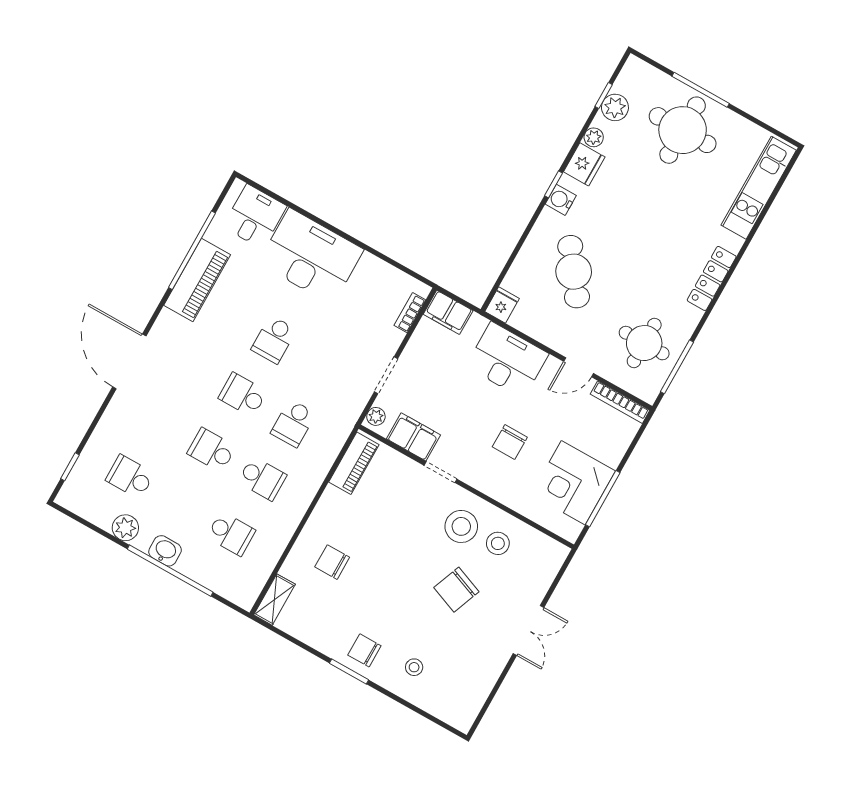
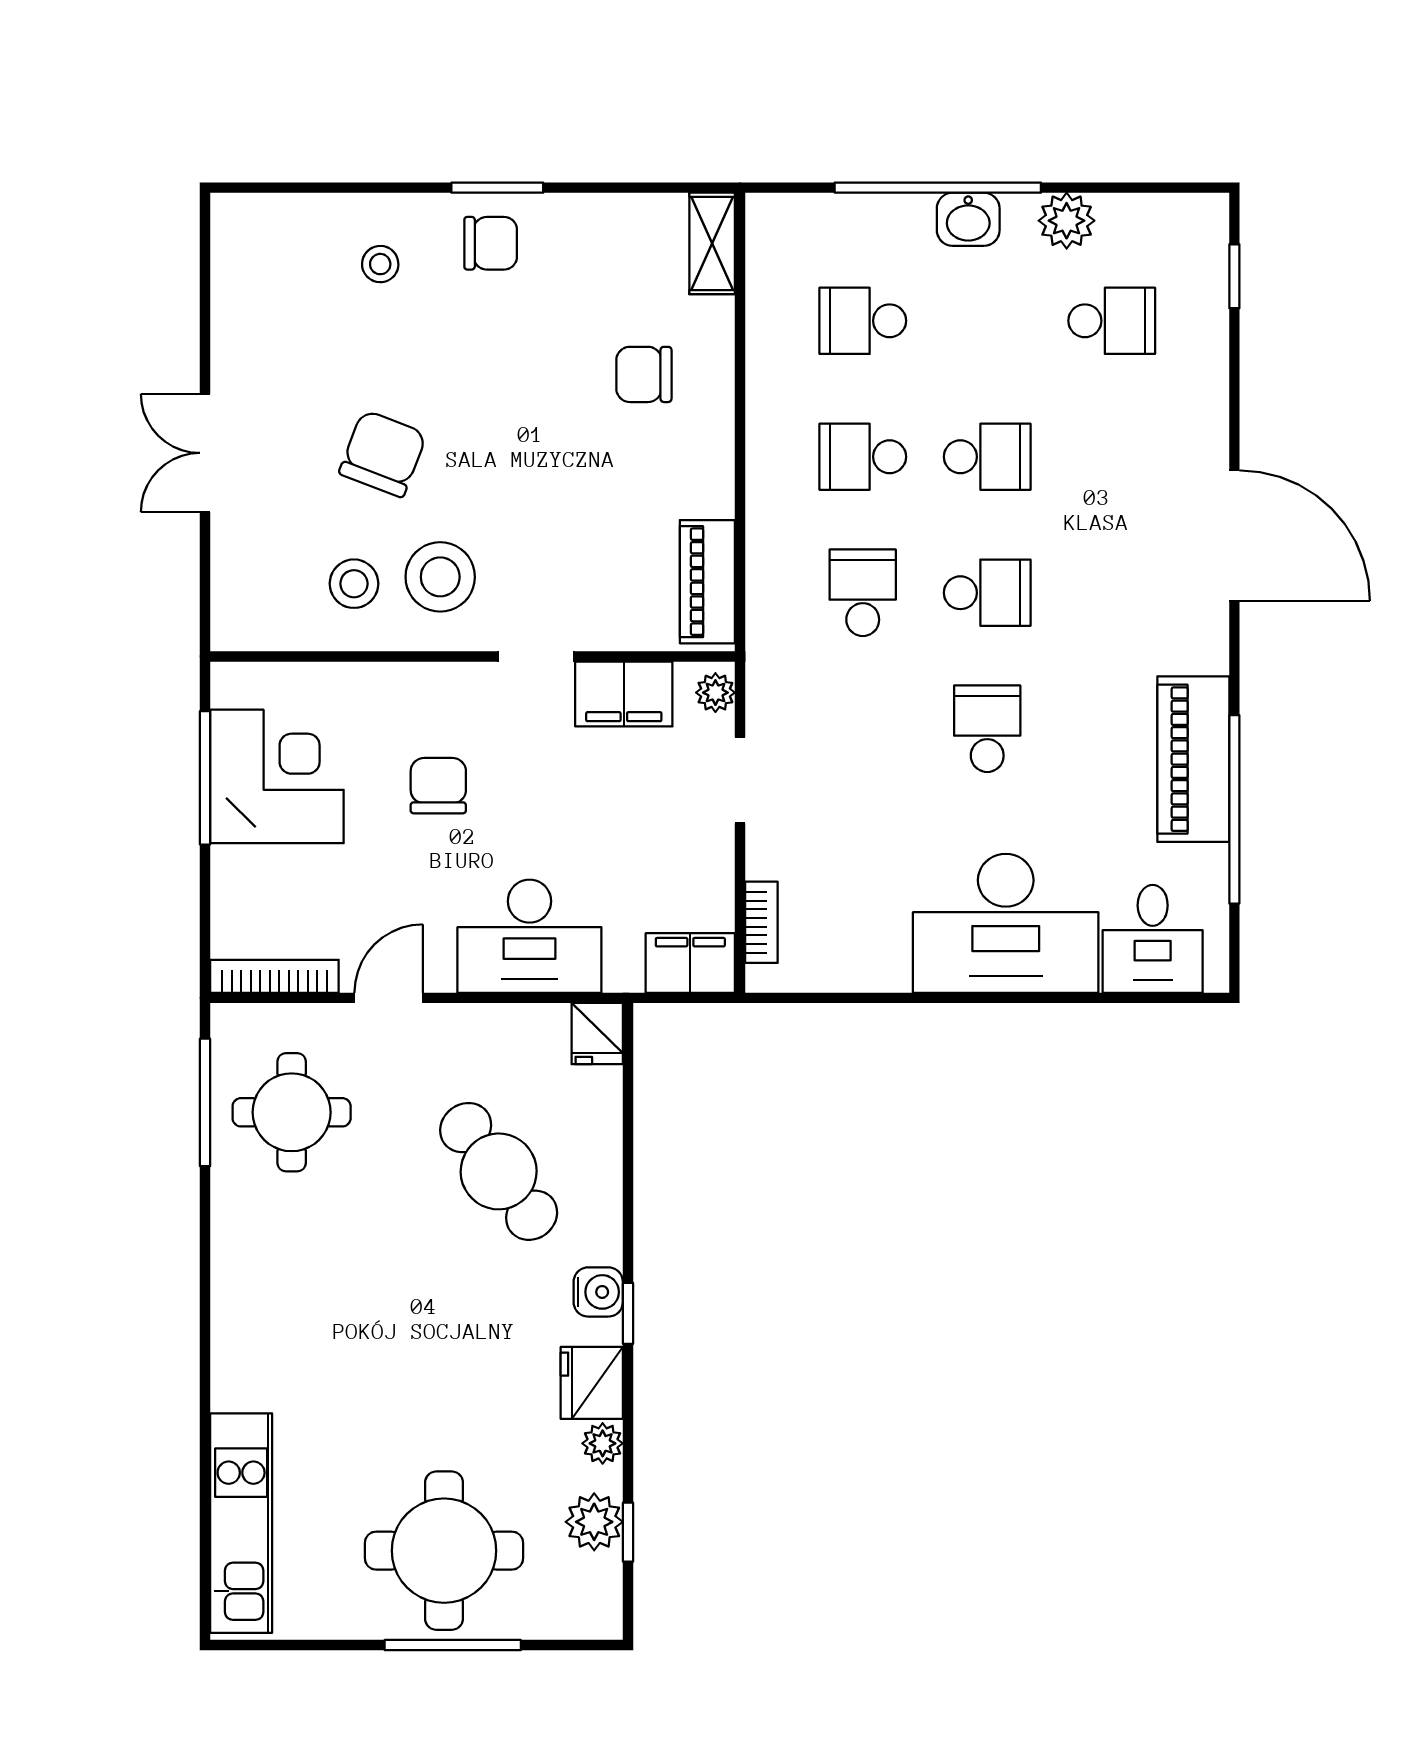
locker: (712, 278) -> (233, 1304), removed
chair: (332, 562) -> (644, 374), turned 180

